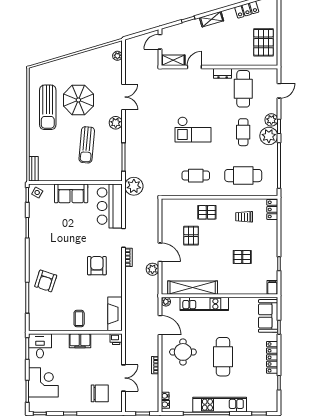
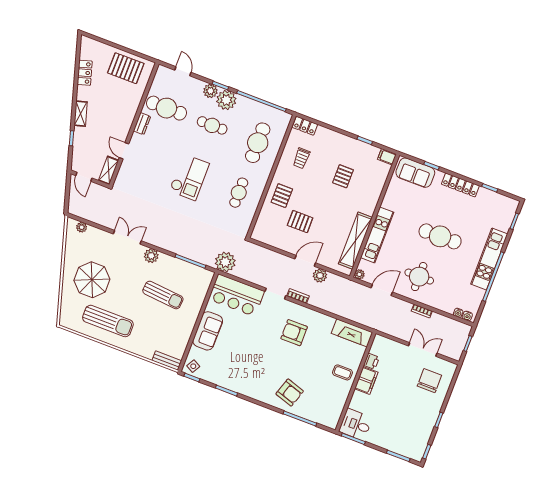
parasol: (78, 100) -> (92, 280), moved
printer: (116, 339) -> (372, 361), moved
corner desk: (43, 382) -> (395, 435), removed

